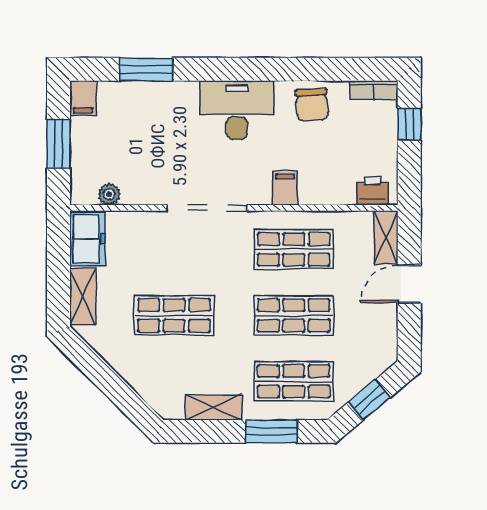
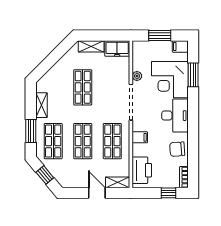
corner desk: (157, 121) -> (170, 80), added
printer: (373, 191) -> (142, 170), width x1.87, depth x1.48
plant: (109, 194) -> (137, 76), moved

